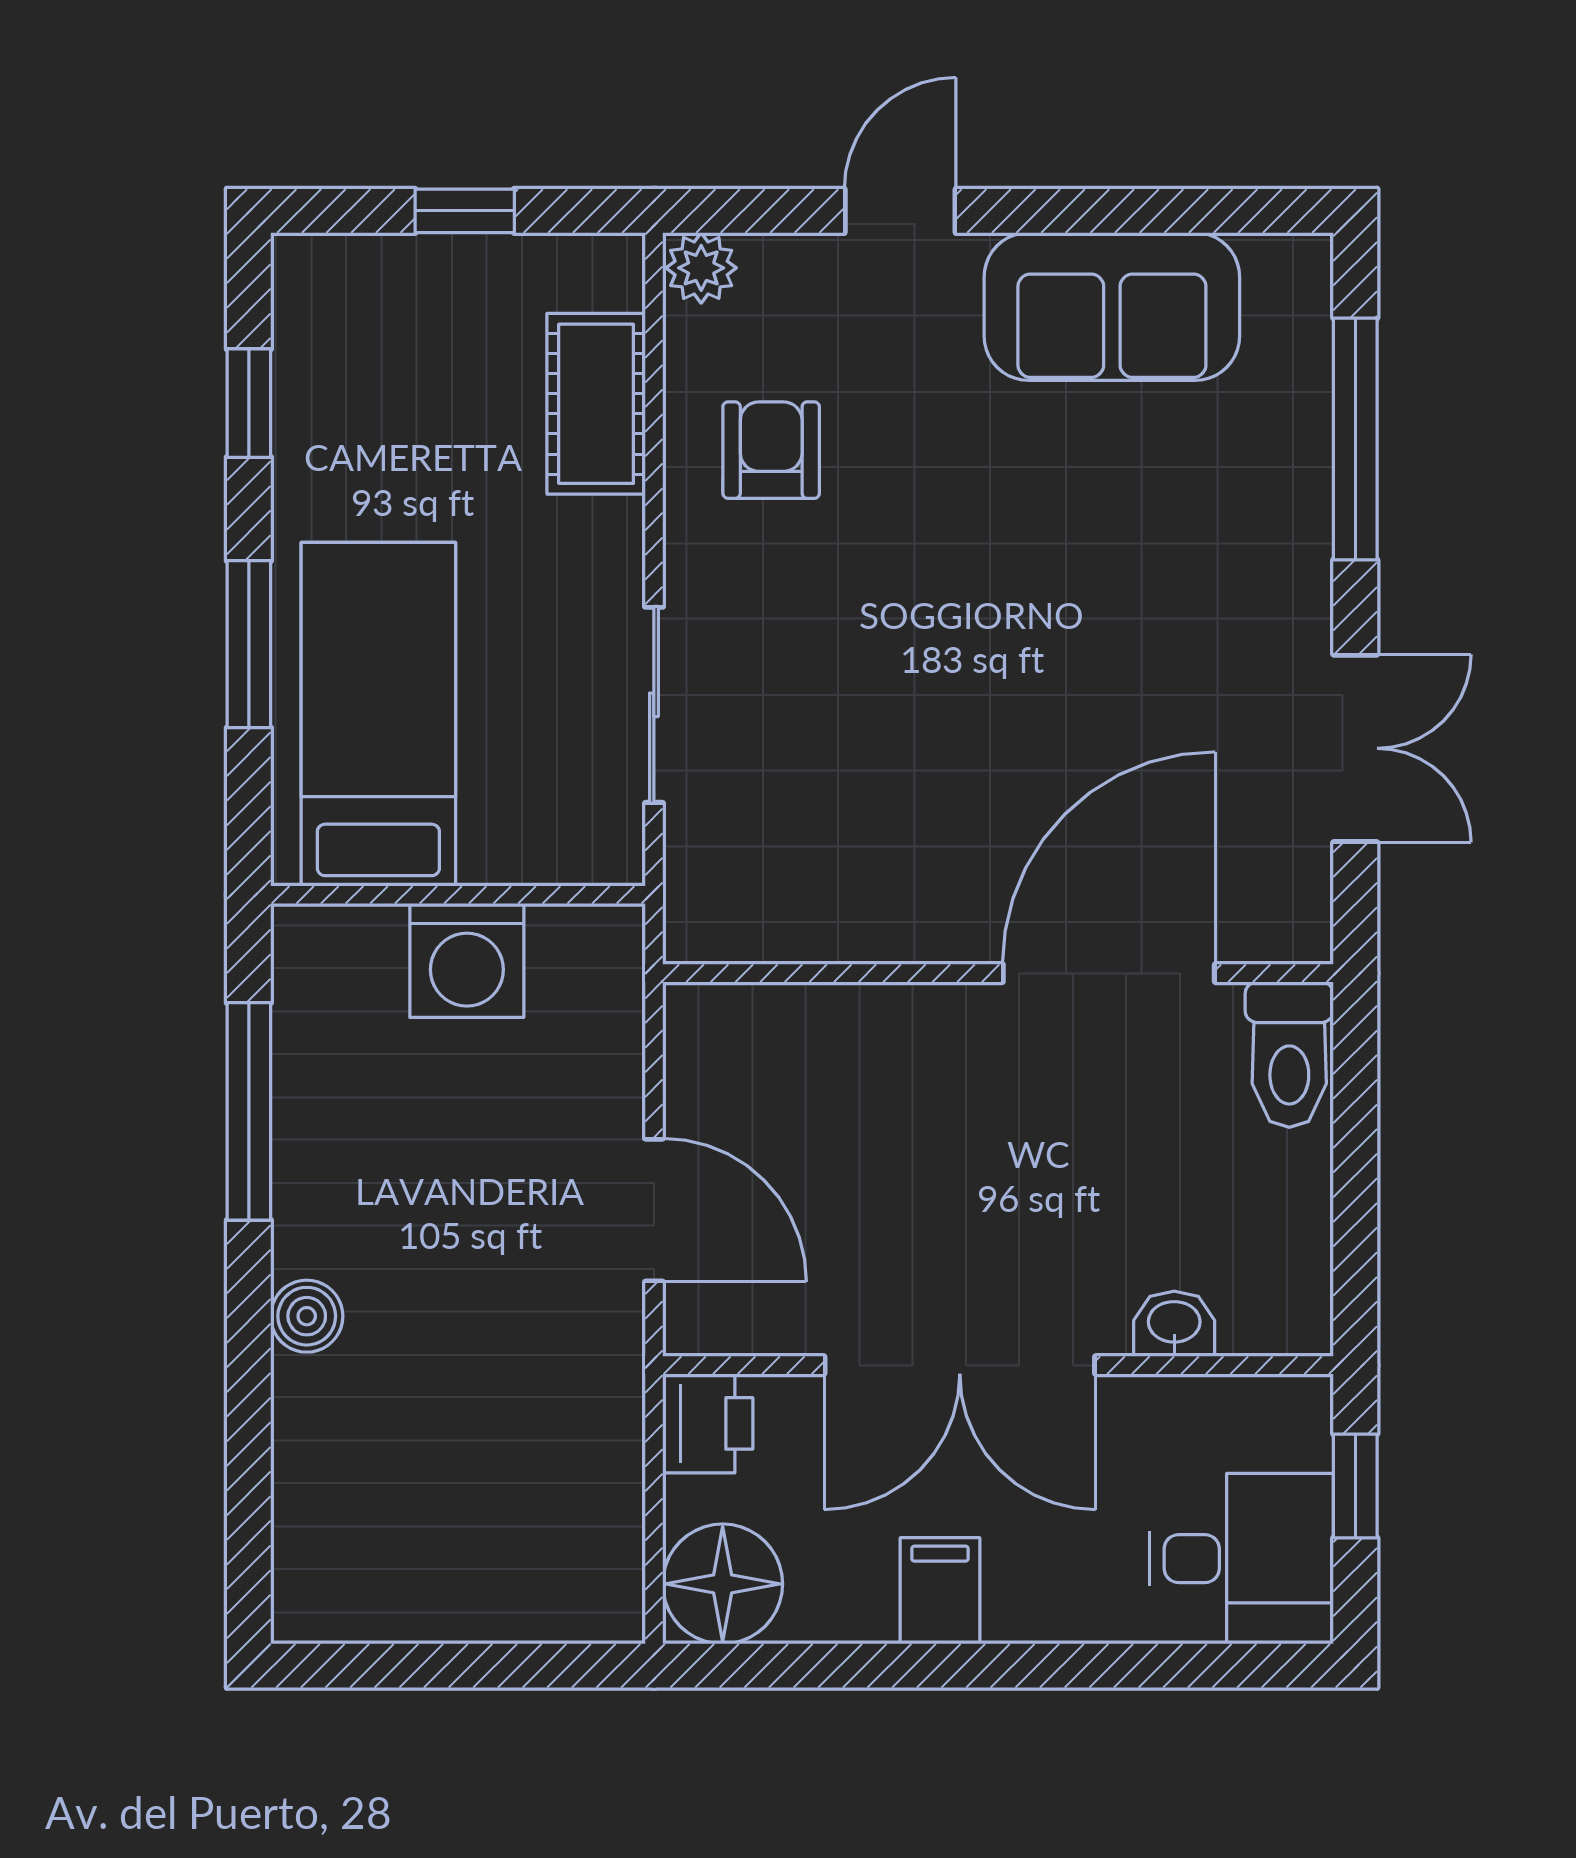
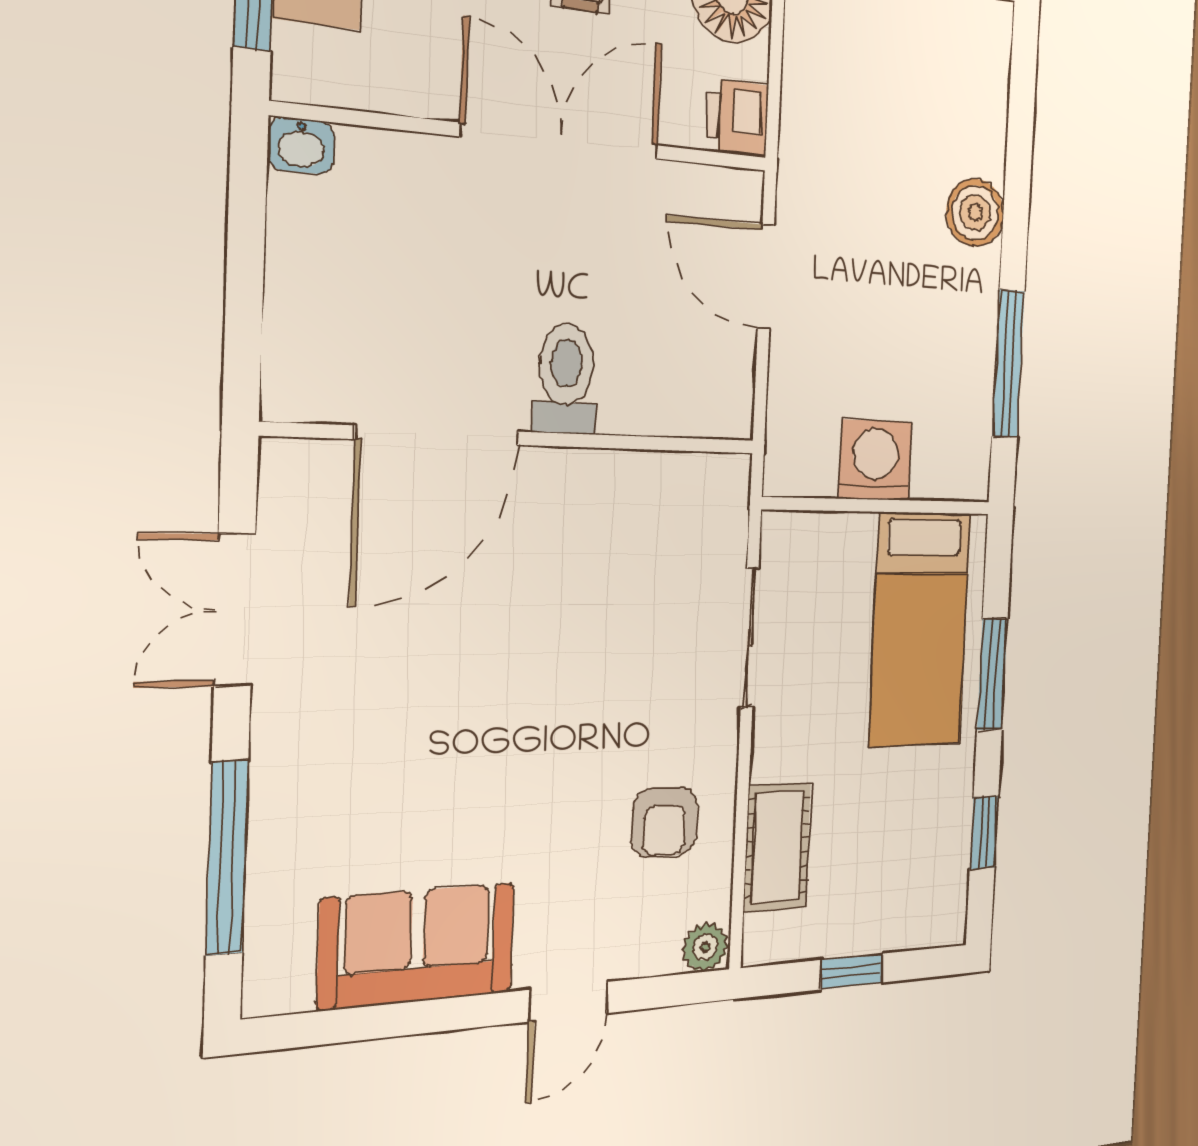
toilet: (1289, 1055) -> (566, 379), moved
boiler: (307, 1316) -> (975, 213), width x1.36, depth x1.36
washbasin: (1174, 1324) -> (301, 146), moved

